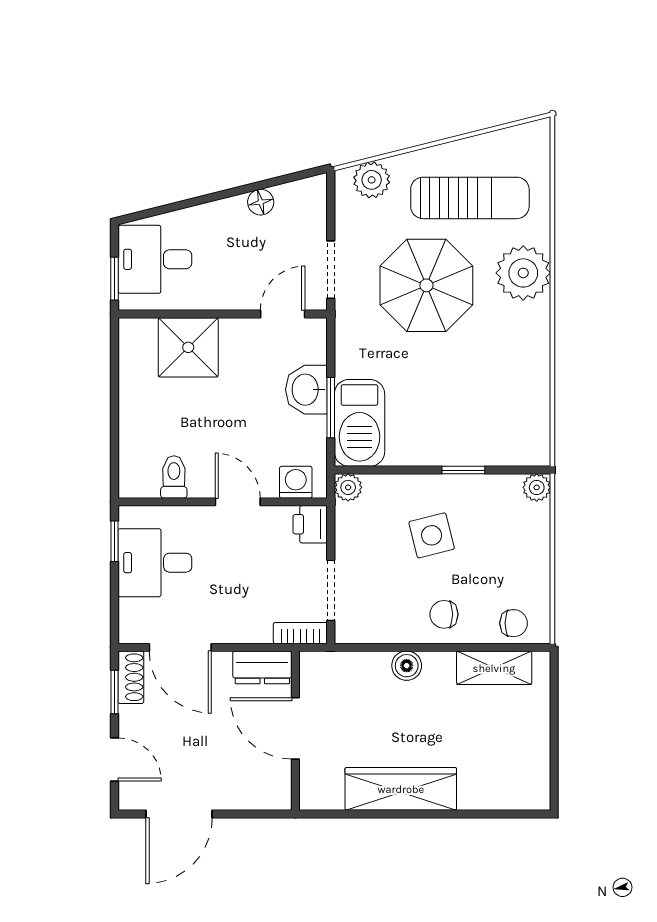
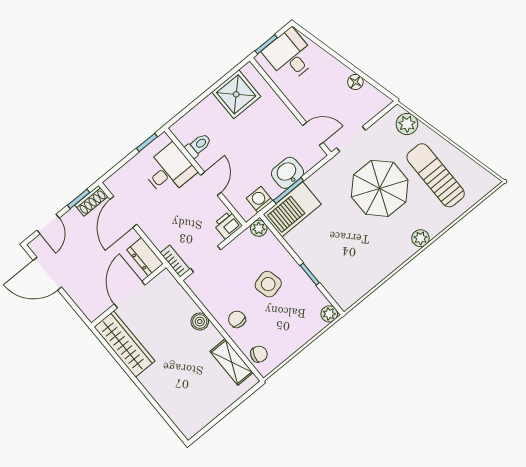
sun lounger: (470, 198) -> (436, 175), turned 180
plant: (523, 273) -> (420, 238), width x0.53, depth x0.53
shower: (188, 347) -> (236, 94), moved
washing machine: (296, 482) -> (259, 200), moved, turned -90
desk: (155, 563) -> (169, 170), moved, turned 90
chair: (514, 623) -> (259, 354), turned -71
wardrobe: (401, 789) -> (124, 344), moved

